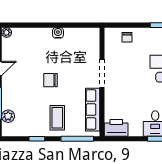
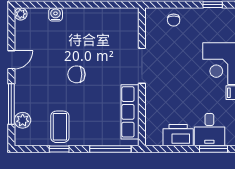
water cooler: (58, 33) -> (56, 14), moved
coffee table: (57, 118) -> (60, 127), moved
printer: (116, 128) -> (178, 135), moved

